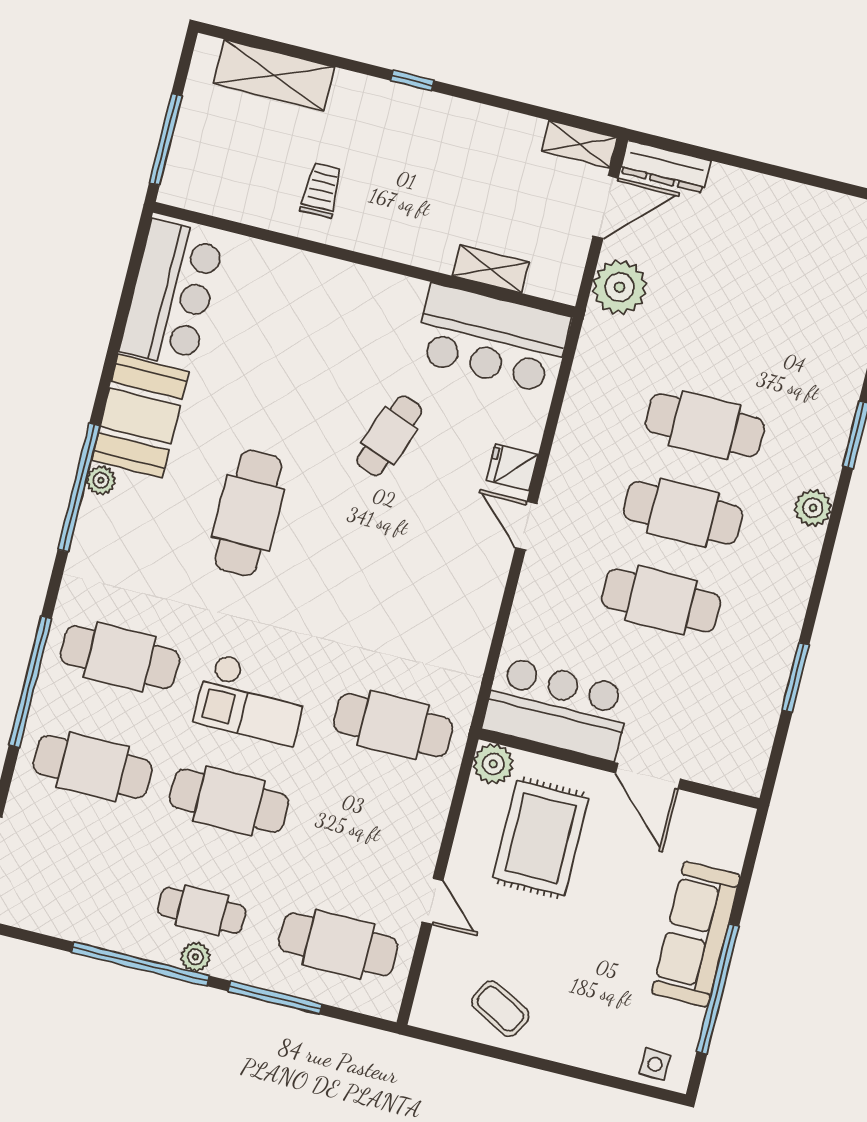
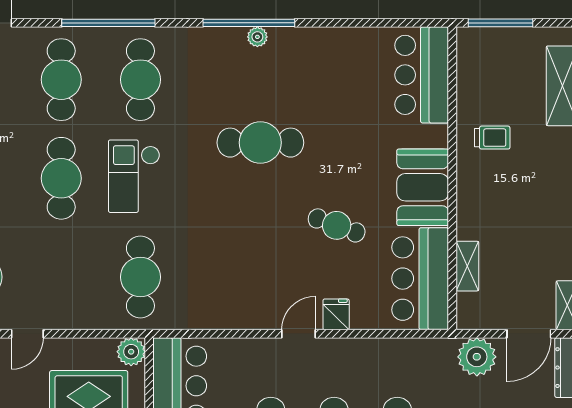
door: (606, 207) -> (529, 334), hinge flipped
bar counter: (172, 294) -> (422, 75), moved, turned 90
booth: (140, 416) -> (423, 187), moved, turned 90

